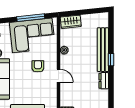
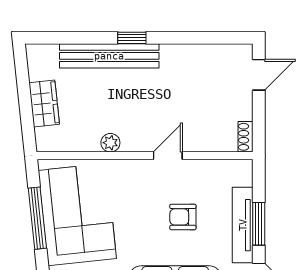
wardrobe: (71, 22) -> (44, 103), moved
armchair: (38, 66) -> (183, 217), moved
dresser: (104, 81) -> (179, 54), removed

